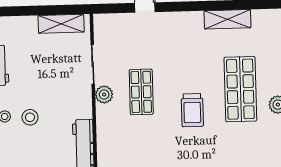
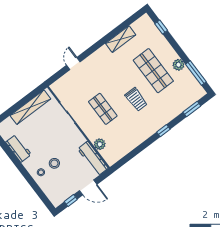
shelving: (61, 24) -> (30, 107), width x1.47
plant: (104, 94) -> (100, 144), moved

